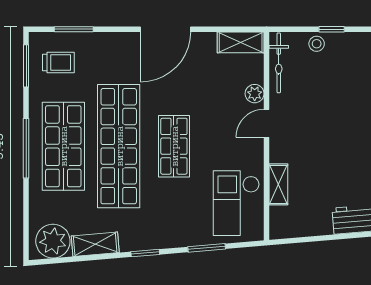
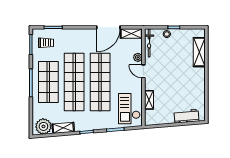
door: (166, 29) -> (108, 27), moved
door: (267, 123) -> (143, 71), hinge flipped
shop shelf: (174, 146) -> (100, 82), width x2.00, depth x1.36

